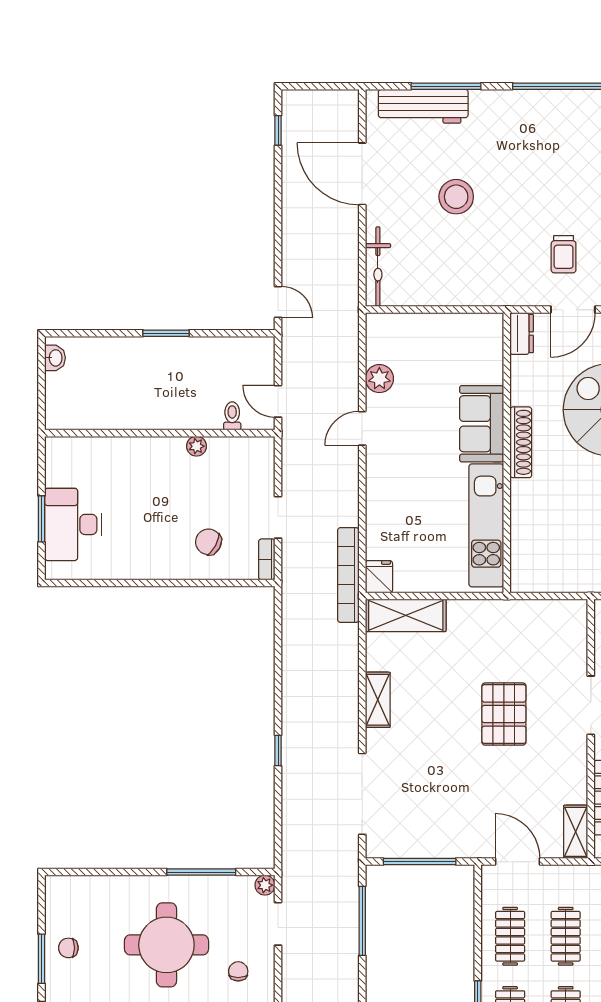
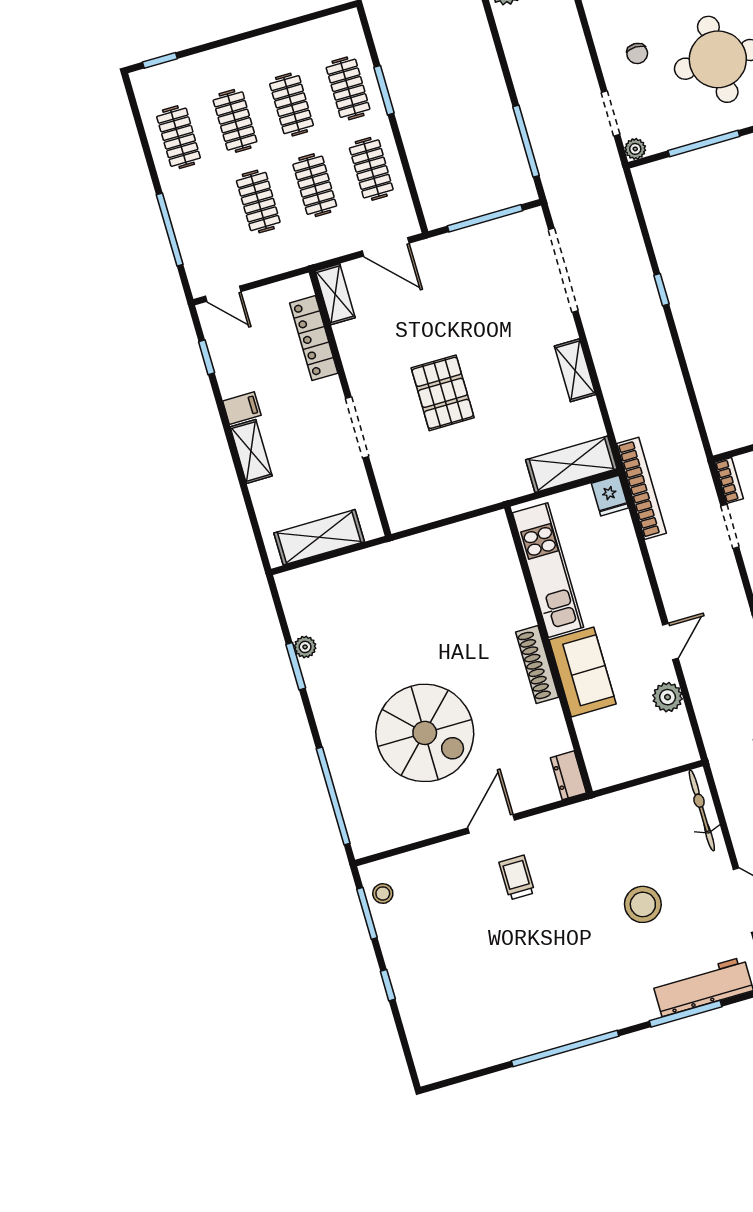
dresser: (522, 334) -> (568, 775), moved
sofa: (482, 424) -> (583, 672), moved
shoe rack: (521, 442) -> (537, 665), moved
wall: (507, 453) -> (548, 650), moved
kitchen unit: (486, 525) -> (548, 570), moved

